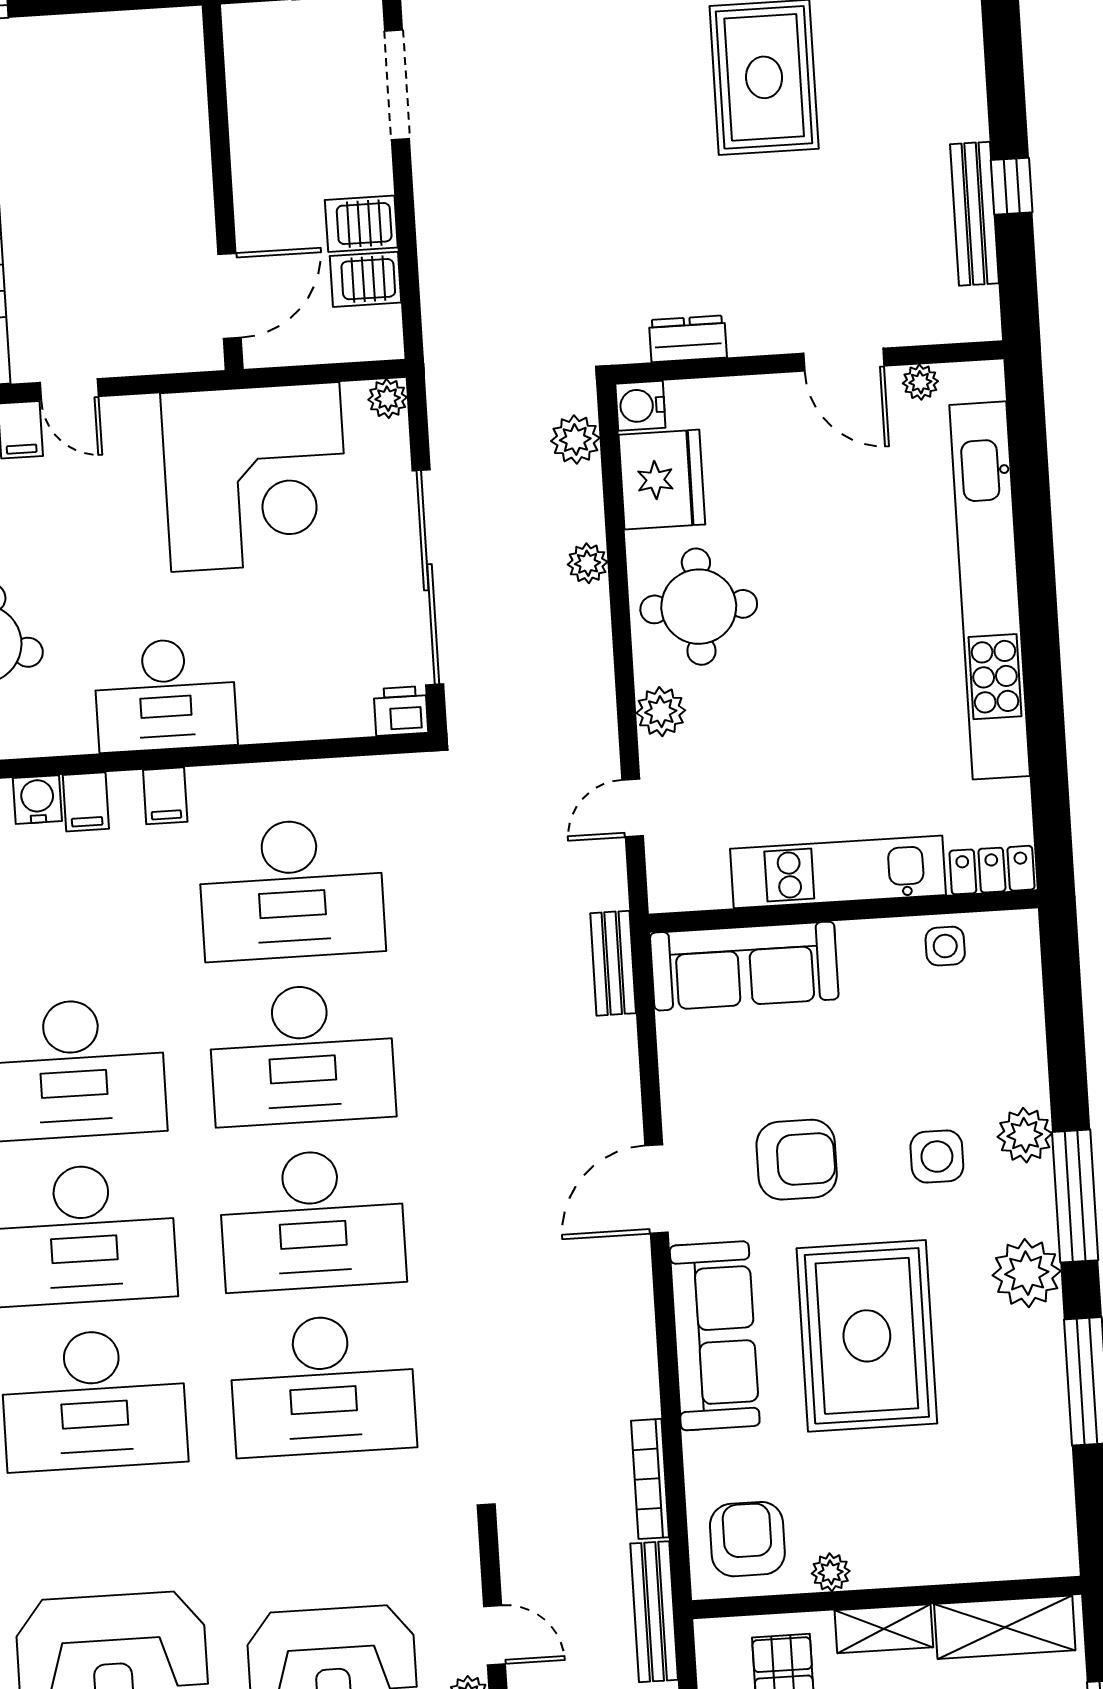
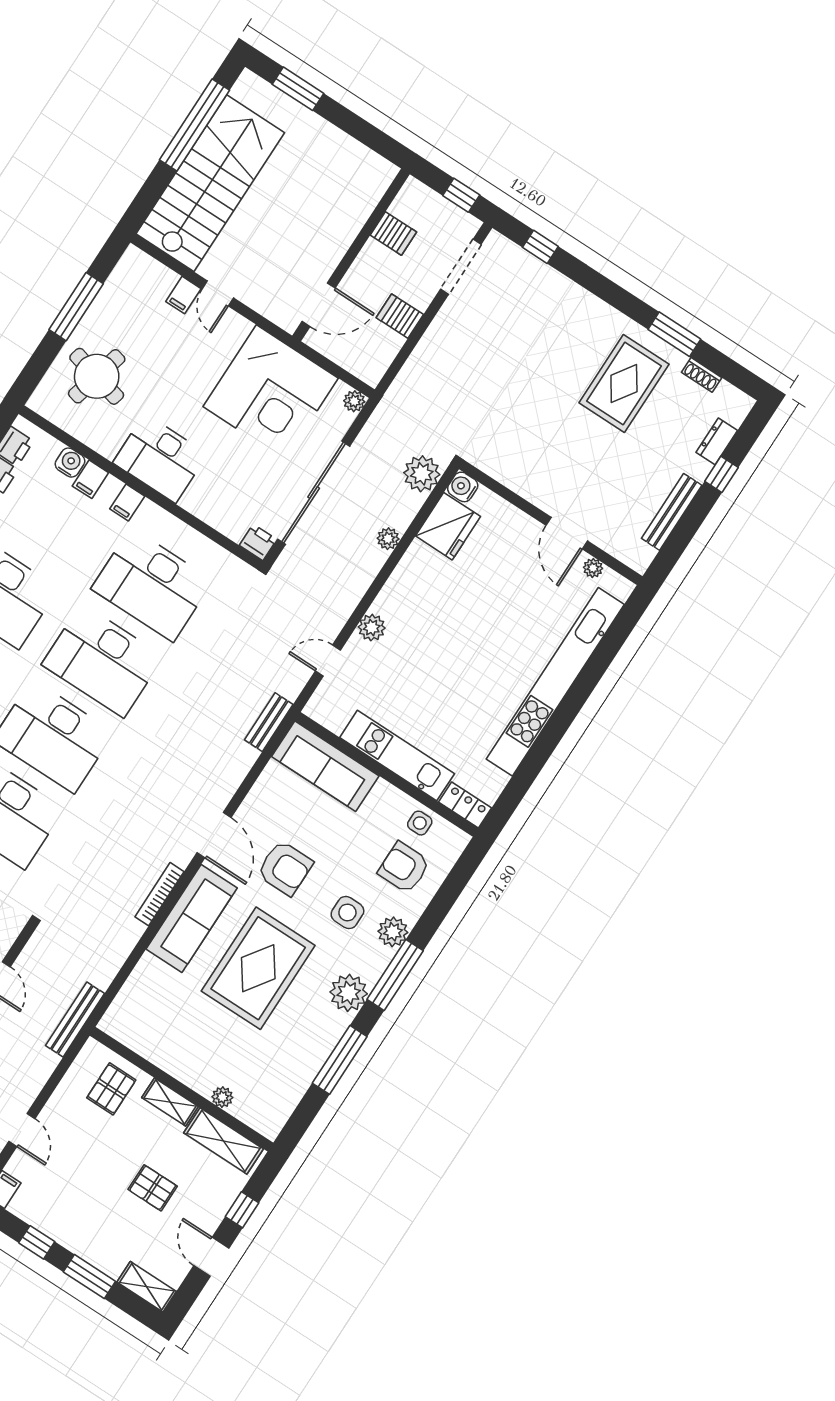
window: (1012, 186) -> (721, 474), moved
server rack: (366, 279) -> (393, 234), moved, turned 180
dresser: (688, 339) -> (717, 441), moved, turned -90
plant: (575, 439) -> (422, 474), width x1.36, depth x1.36
round table: (699, 607) -> (423, 594), removed
door: (657, 1189) -> (214, 835), swing flipped
bookcase: (650, 1479) -> (159, 894), moved
armchair: (747, 1539) -> (404, 868), moved, turned -90
plant: (831, 1572) -> (222, 1097), moved

